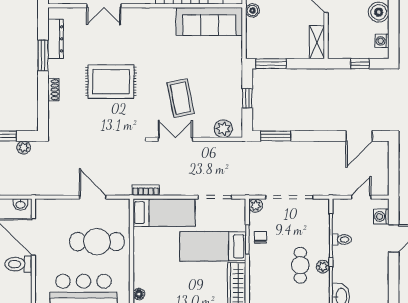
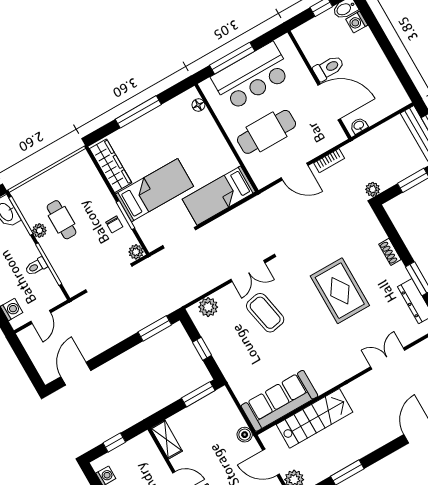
rug: (111, 82) -> (340, 291), turned 90
plant: (24, 147) -> (373, 189), moved
bookcase: (146, 190) -> (329, 161), moved

